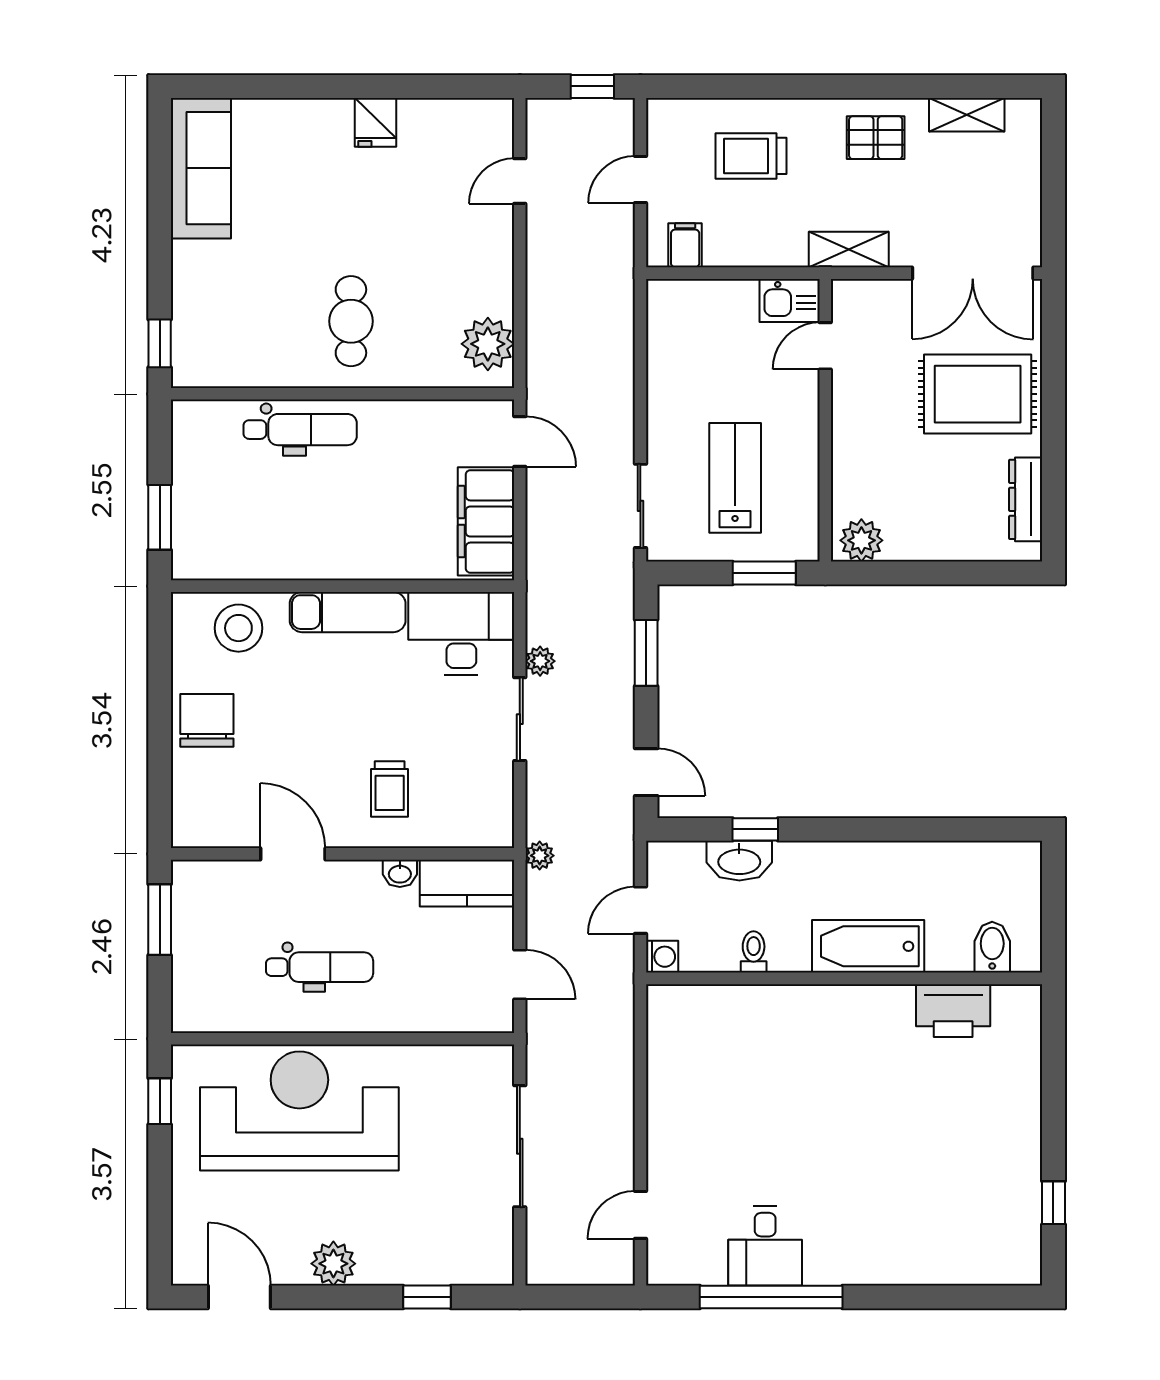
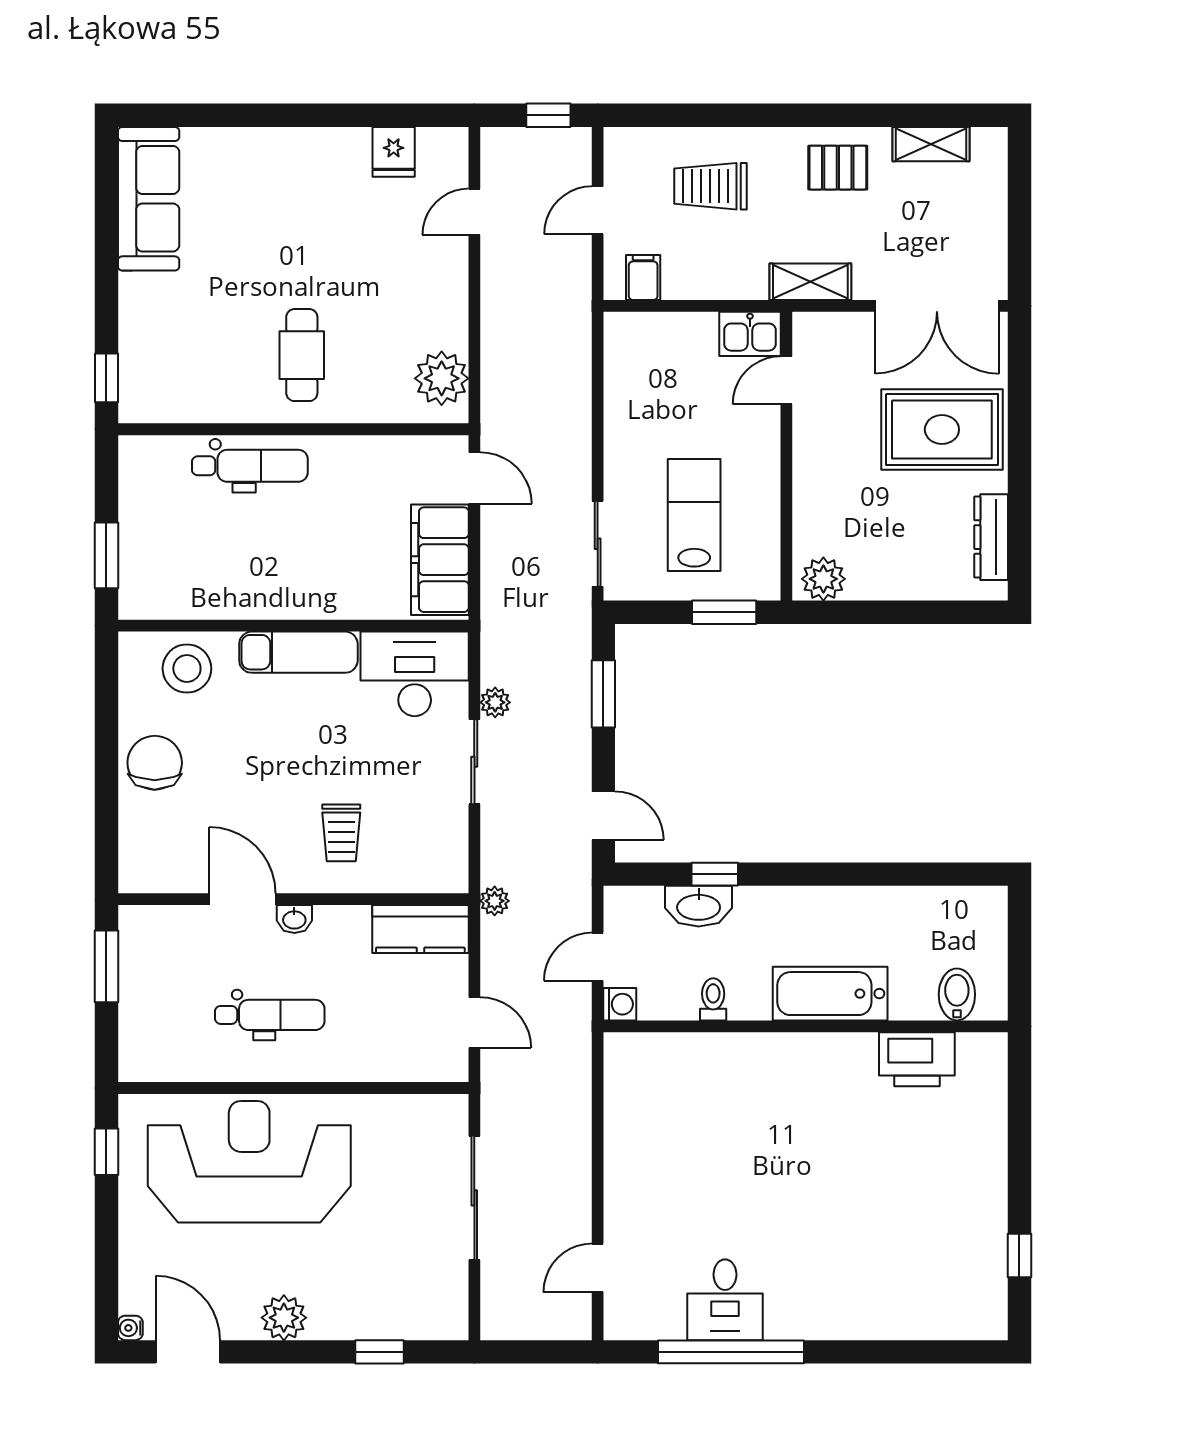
fridge: (376, 122) -> (394, 152), moved
washbasin: (400, 873) -> (294, 919), moved
water cooler: (183, 1274) -> (130, 1328), added

